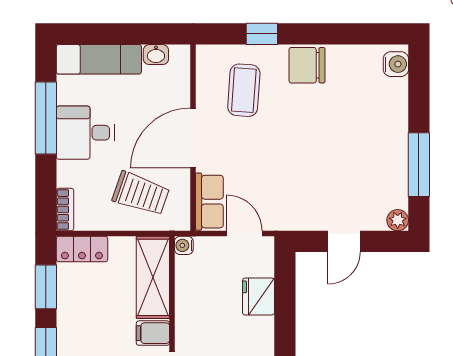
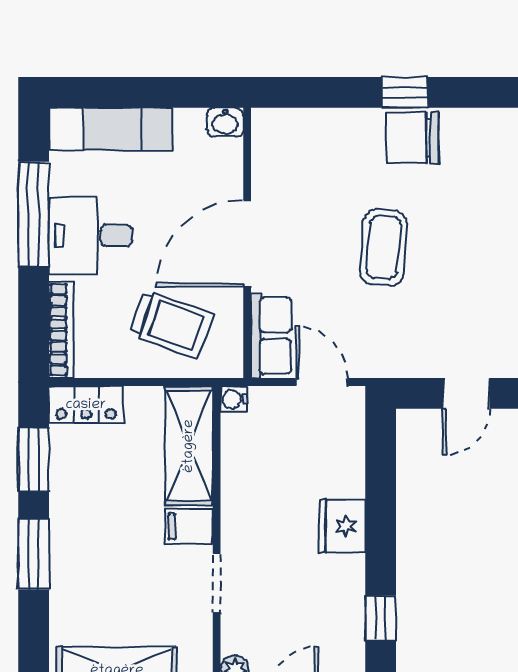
window: (262, 34) -> (405, 92), moved
washbasin: (156, 55) -> (225, 122), moved
coffee table: (244, 90) -> (384, 247), moved
bookcase: (65, 210) -> (61, 330), width x1.56
fridge: (258, 297) -> (342, 526), moved

